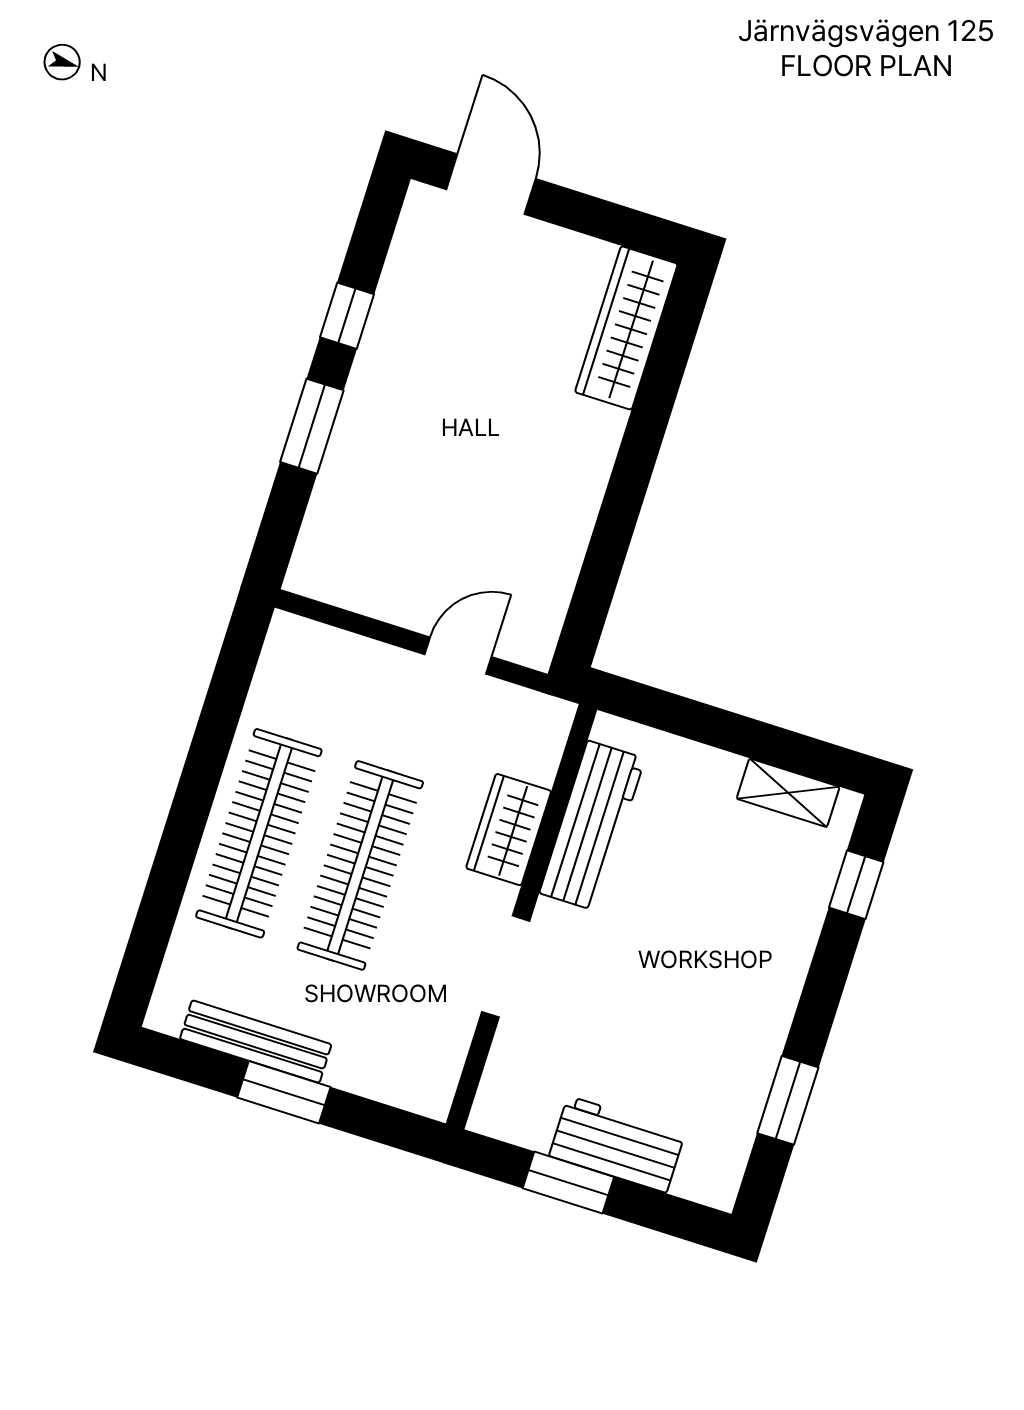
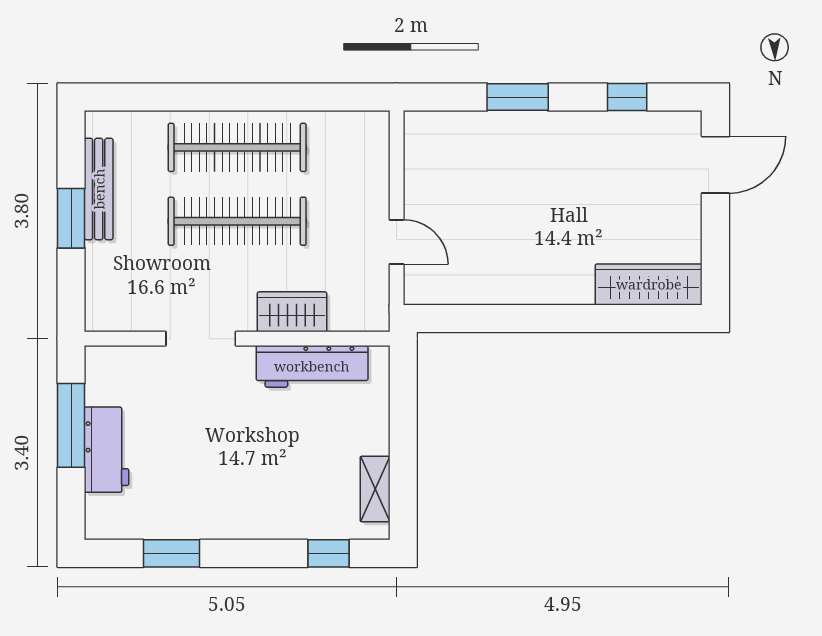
window: (347, 316) -> (627, 97), moved
window: (568, 1183) -> (71, 425), width x1.44

